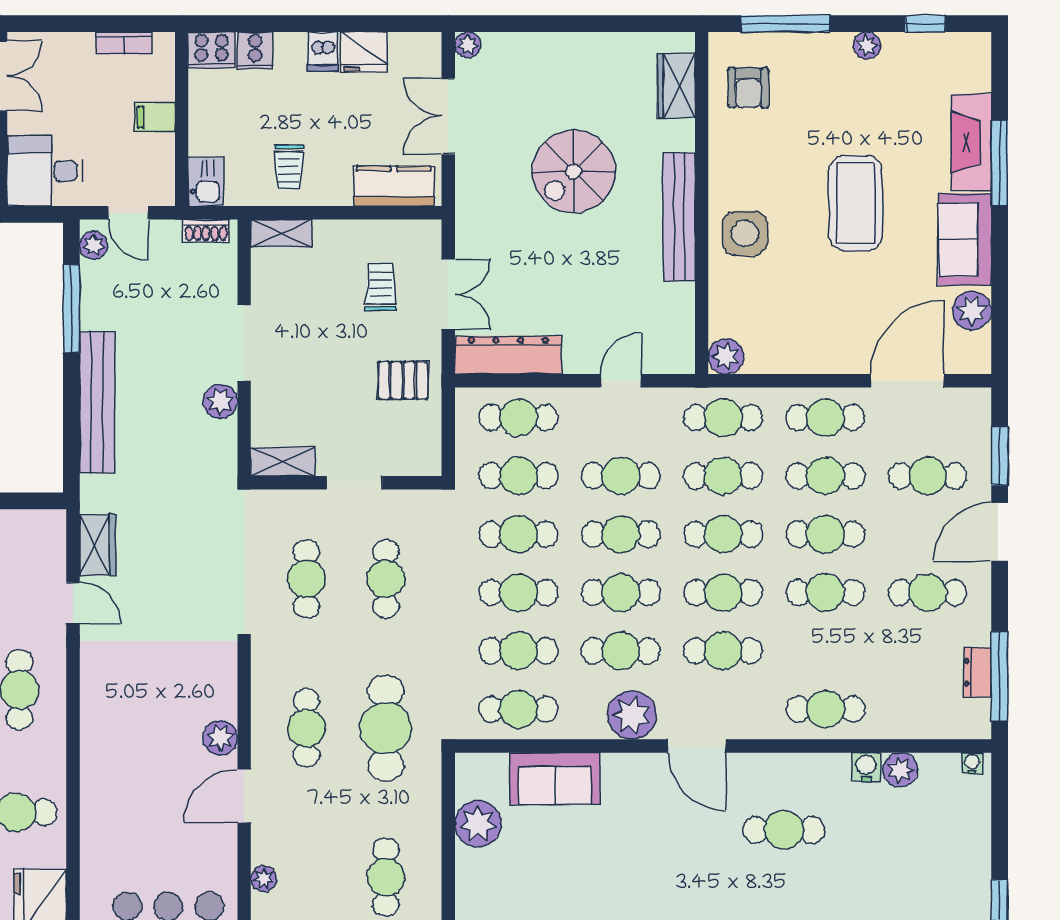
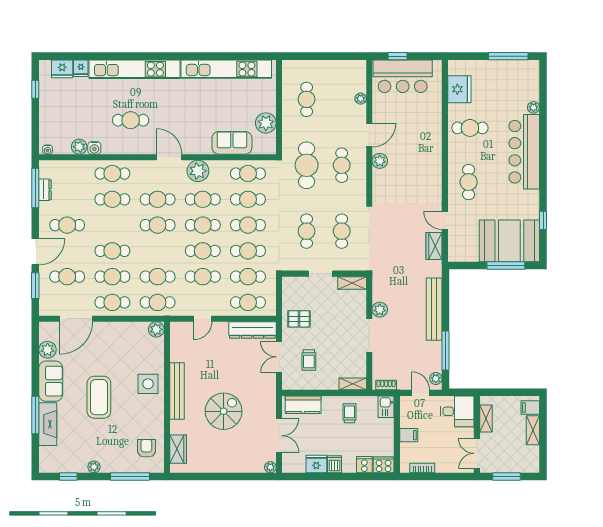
cafe table: (723, 534) -> (158, 251), removed
cafe table: (825, 593) -> (112, 199), moved

